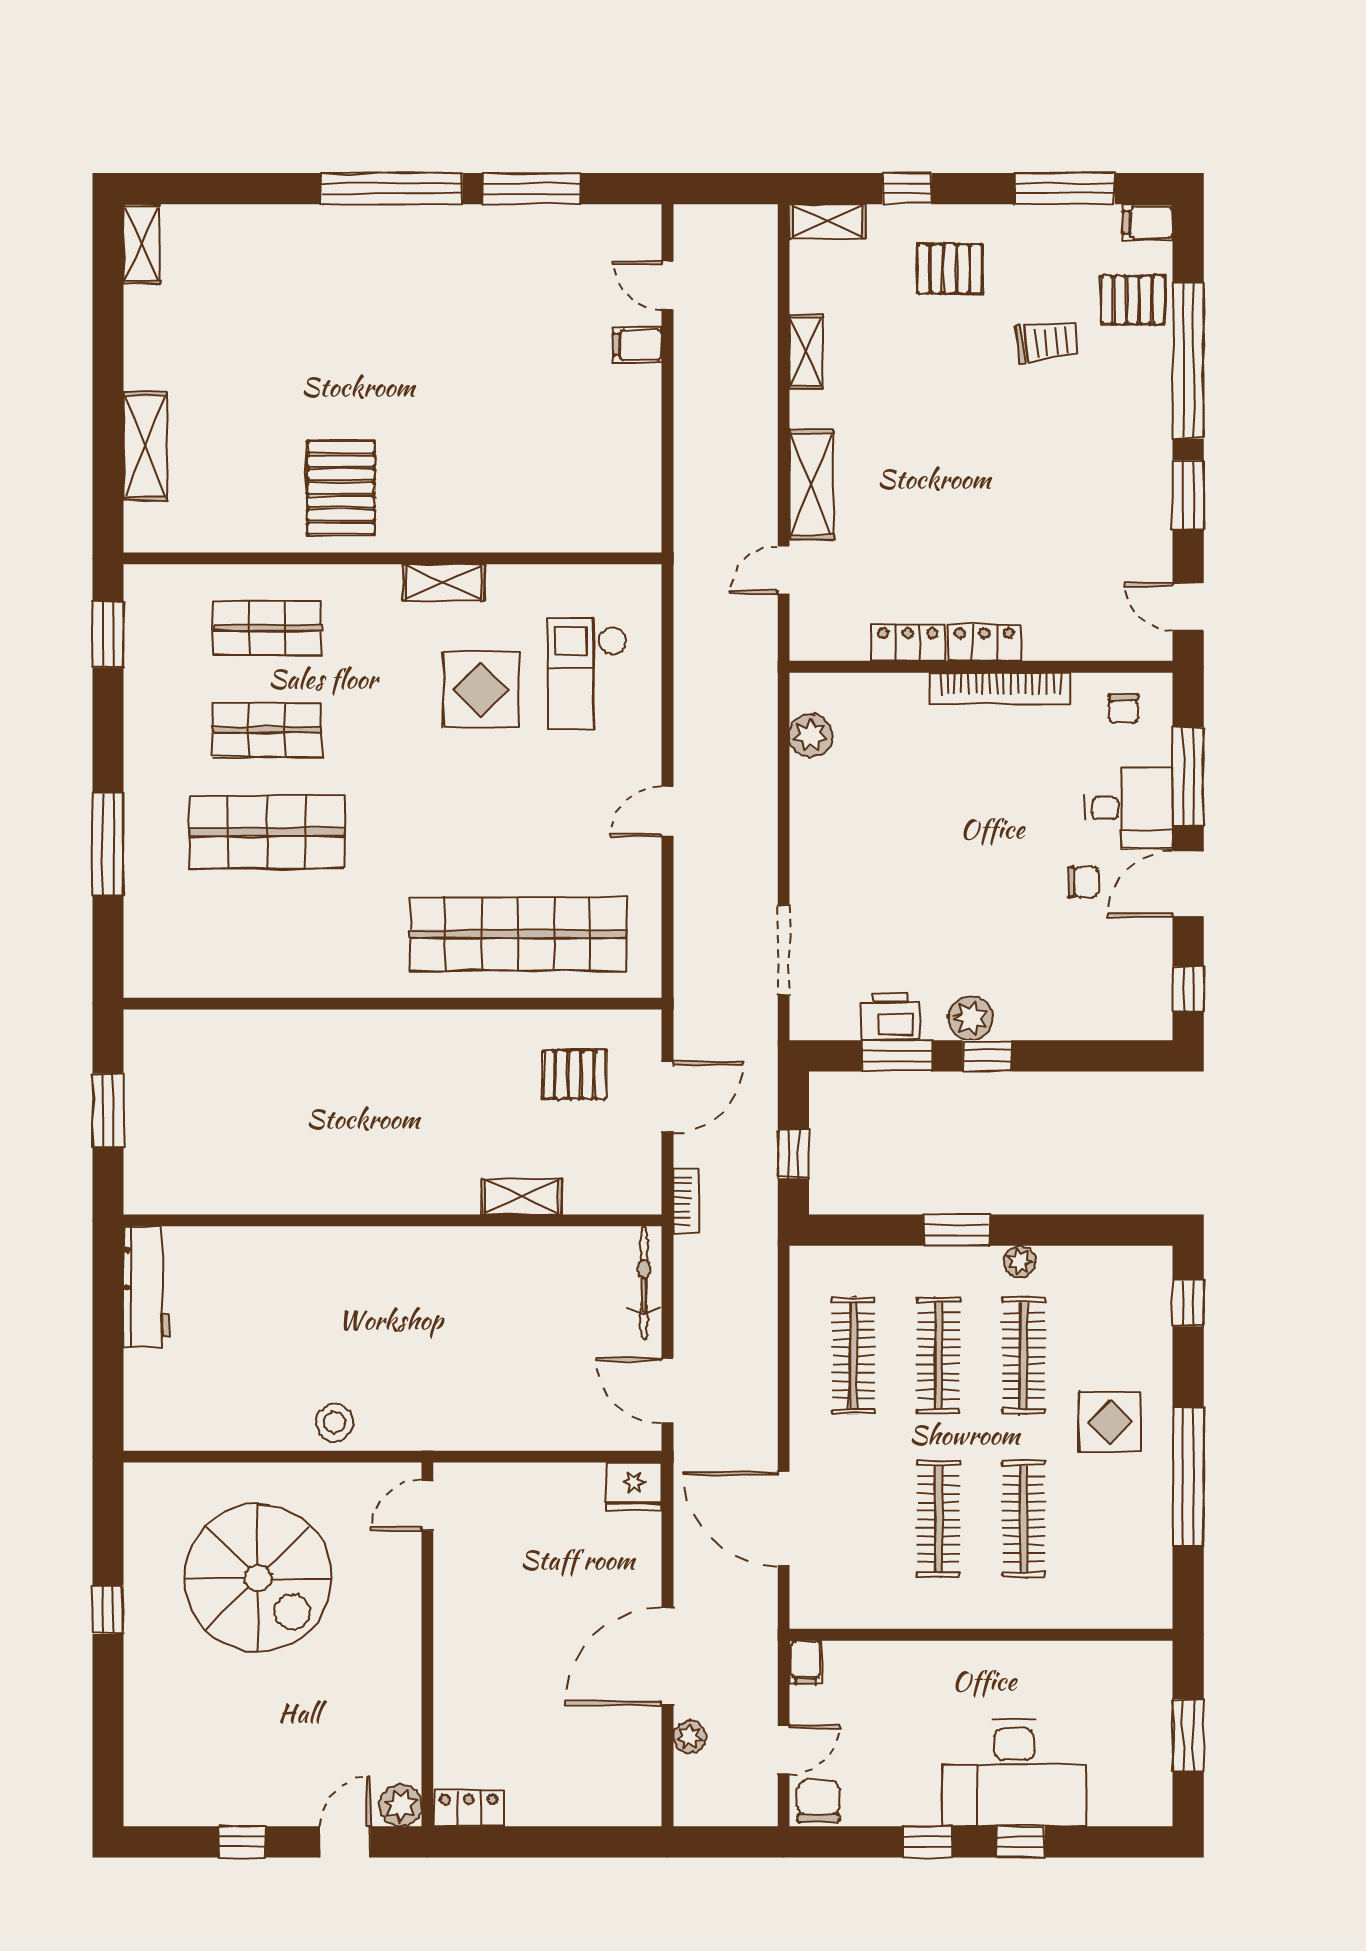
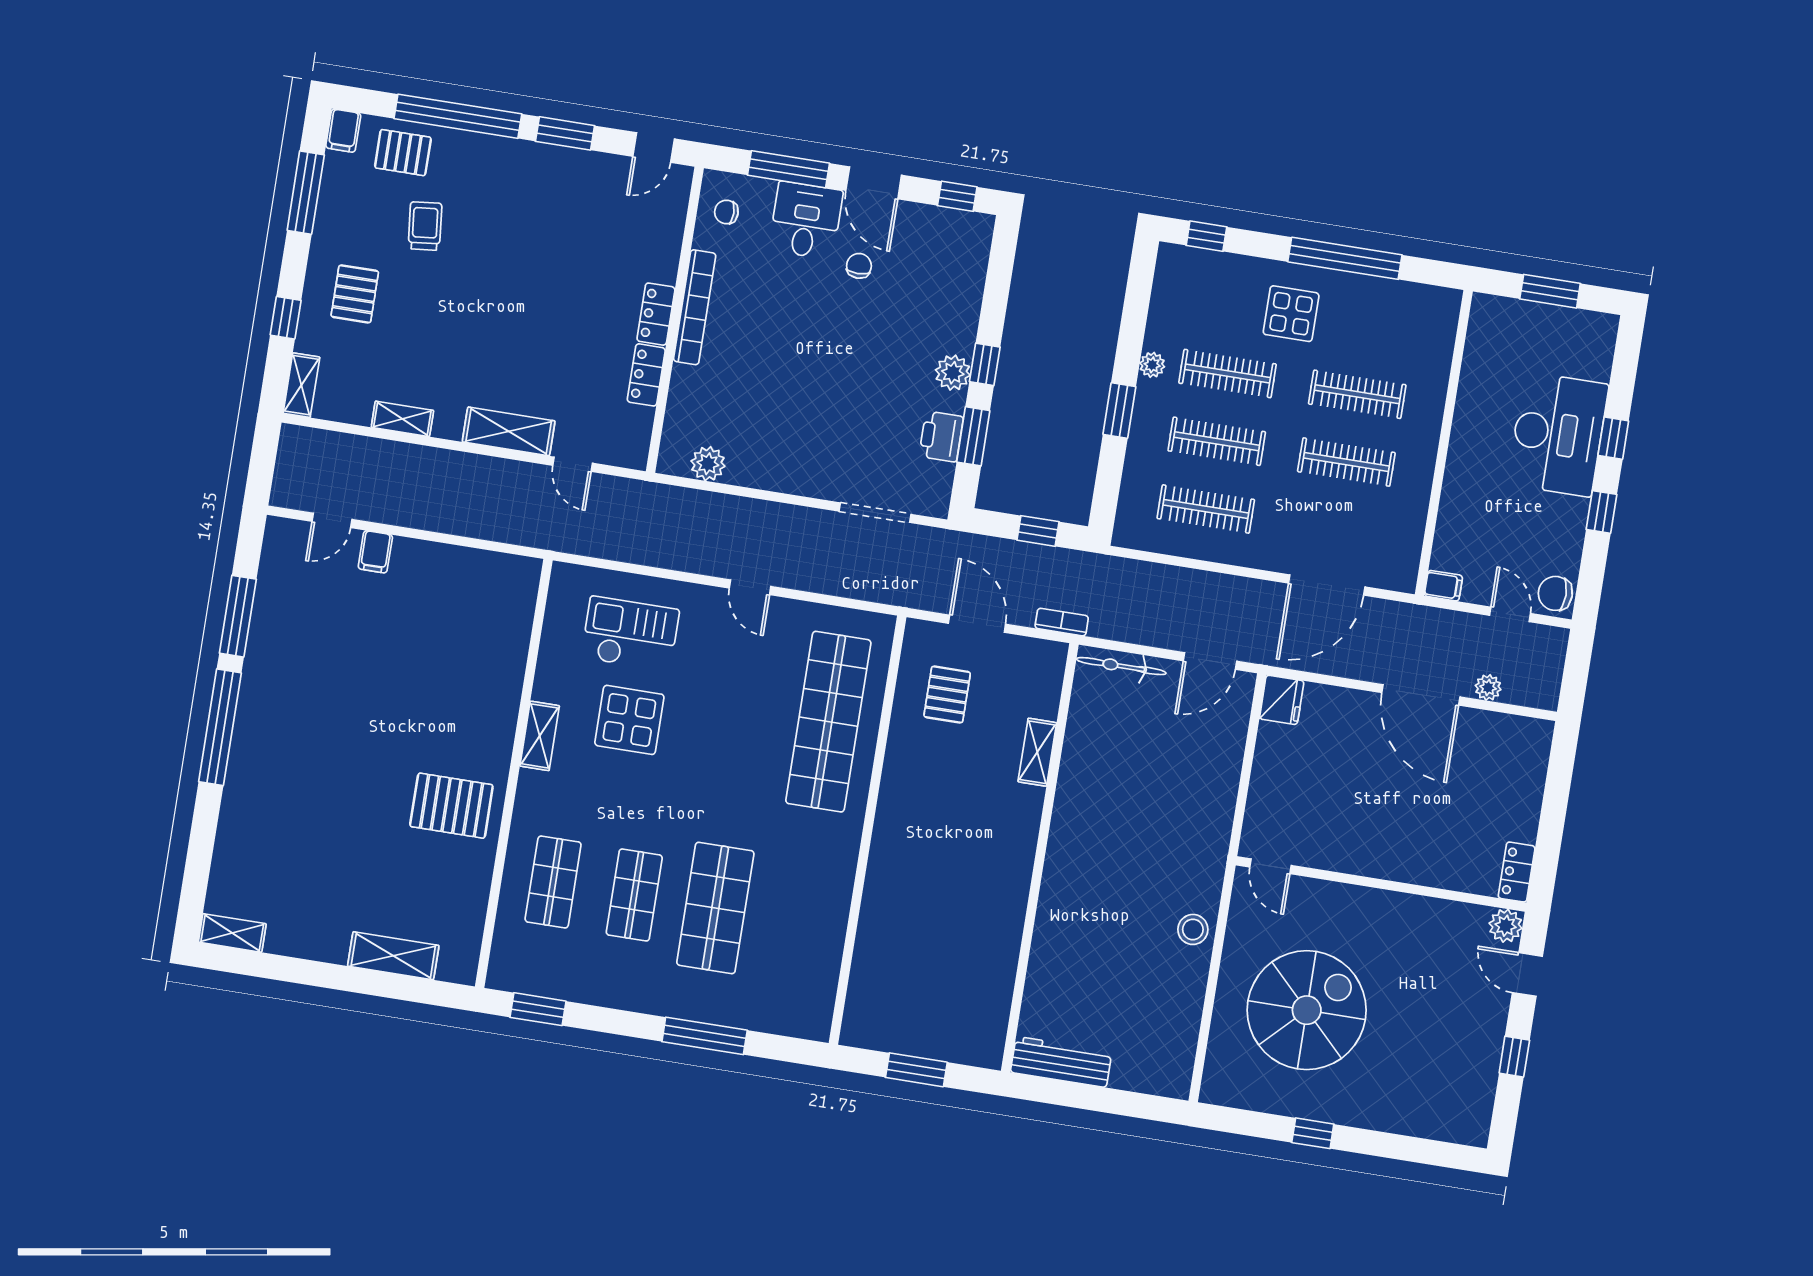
pallet: (1133, 300) -> (403, 153), turned 90
checkout: (587, 674) -> (630, 634), turned 180
chair: (1124, 709) -> (726, 212), turned 180

